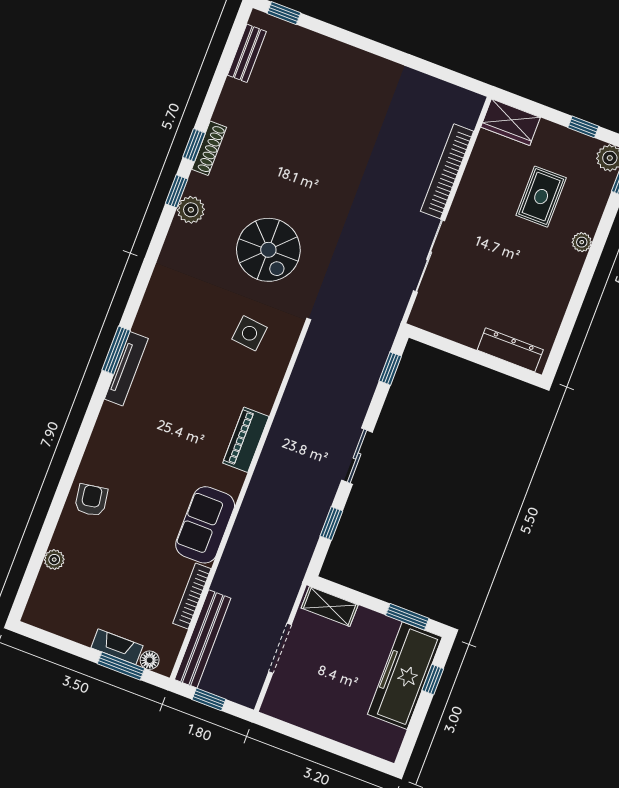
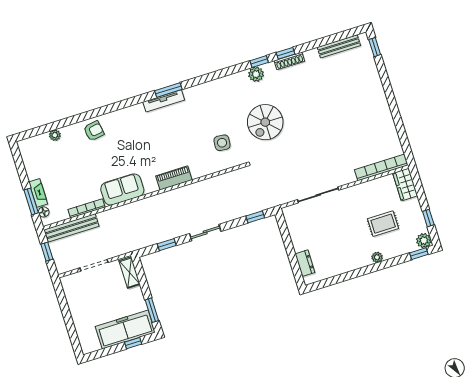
bench: (247, 53) -> (339, 46), width x1.36
bookcase: (447, 171) -> (381, 167), moved
dresser: (510, 350) -> (305, 263), width x0.70

